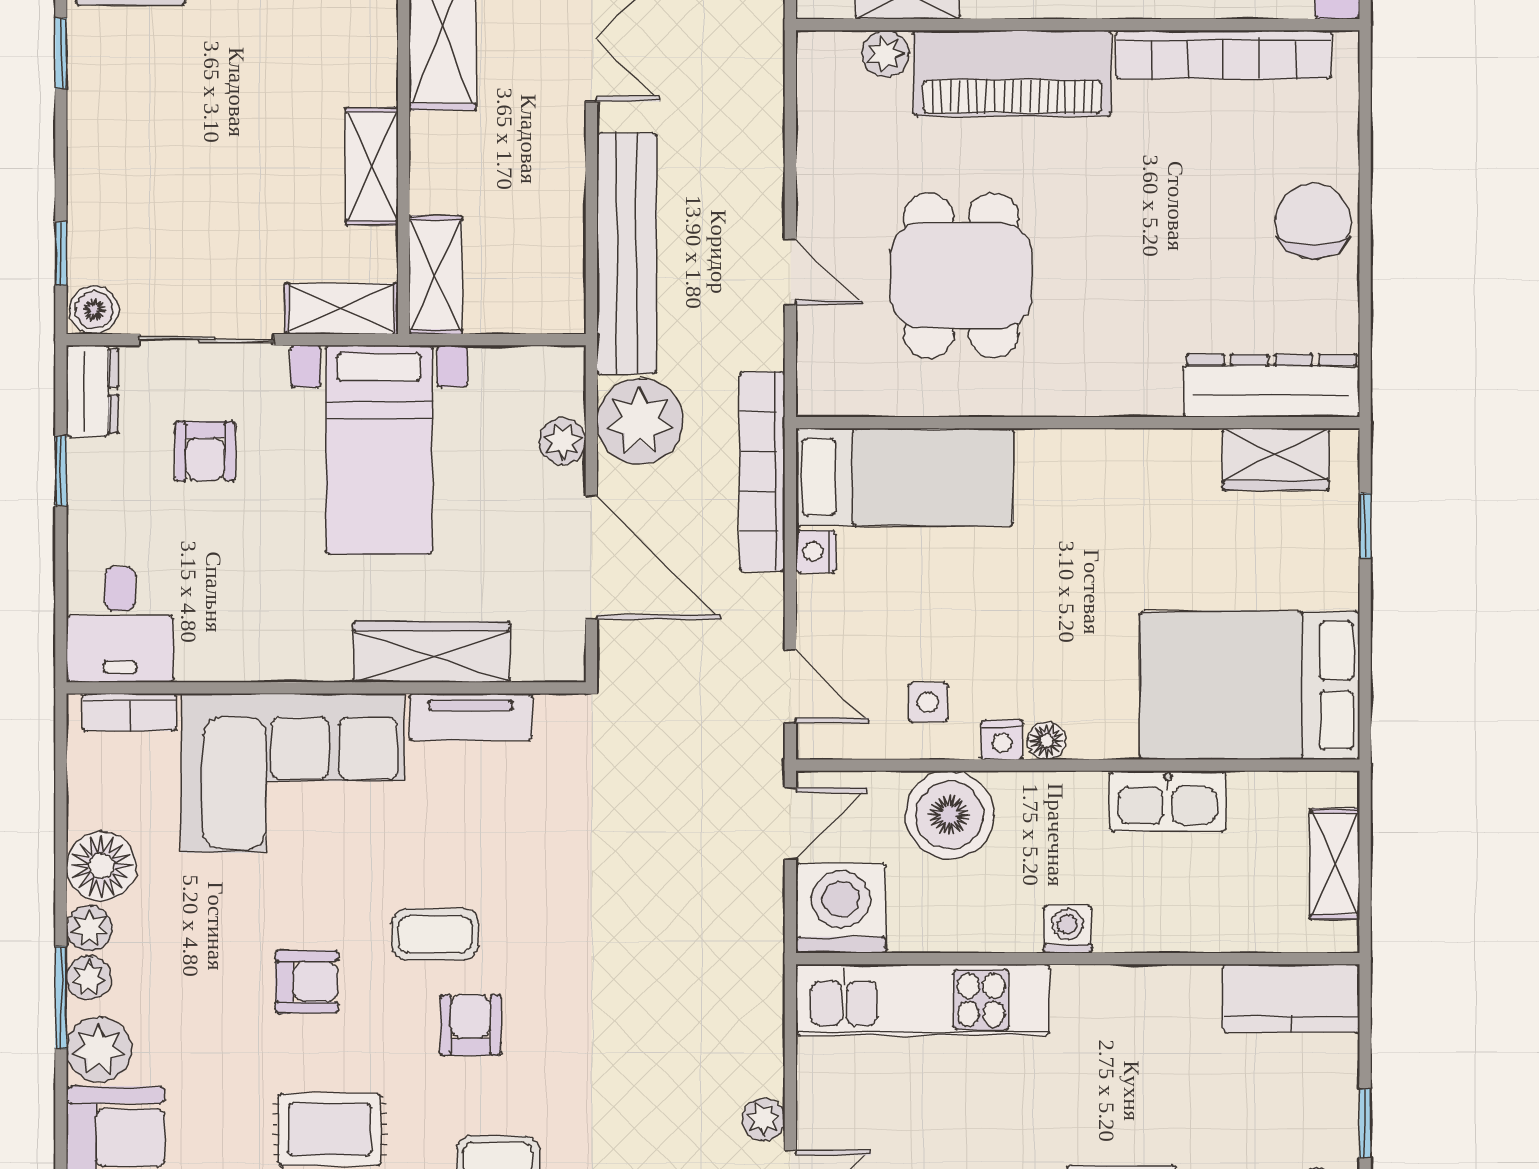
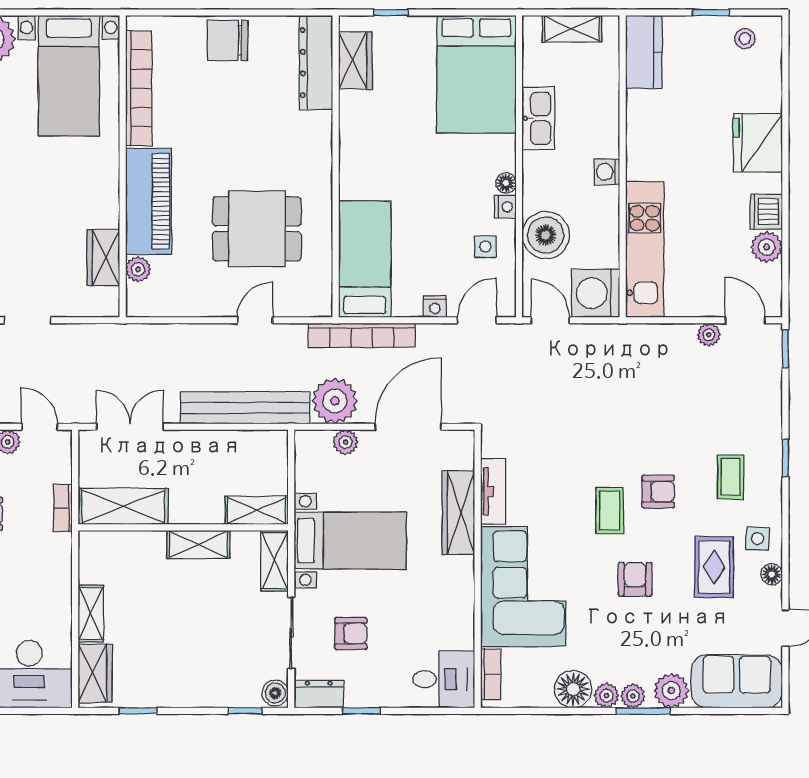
nightstand: (816, 551) -> (435, 307), moved
armchair: (471, 1025) -> (658, 491), turned 180

